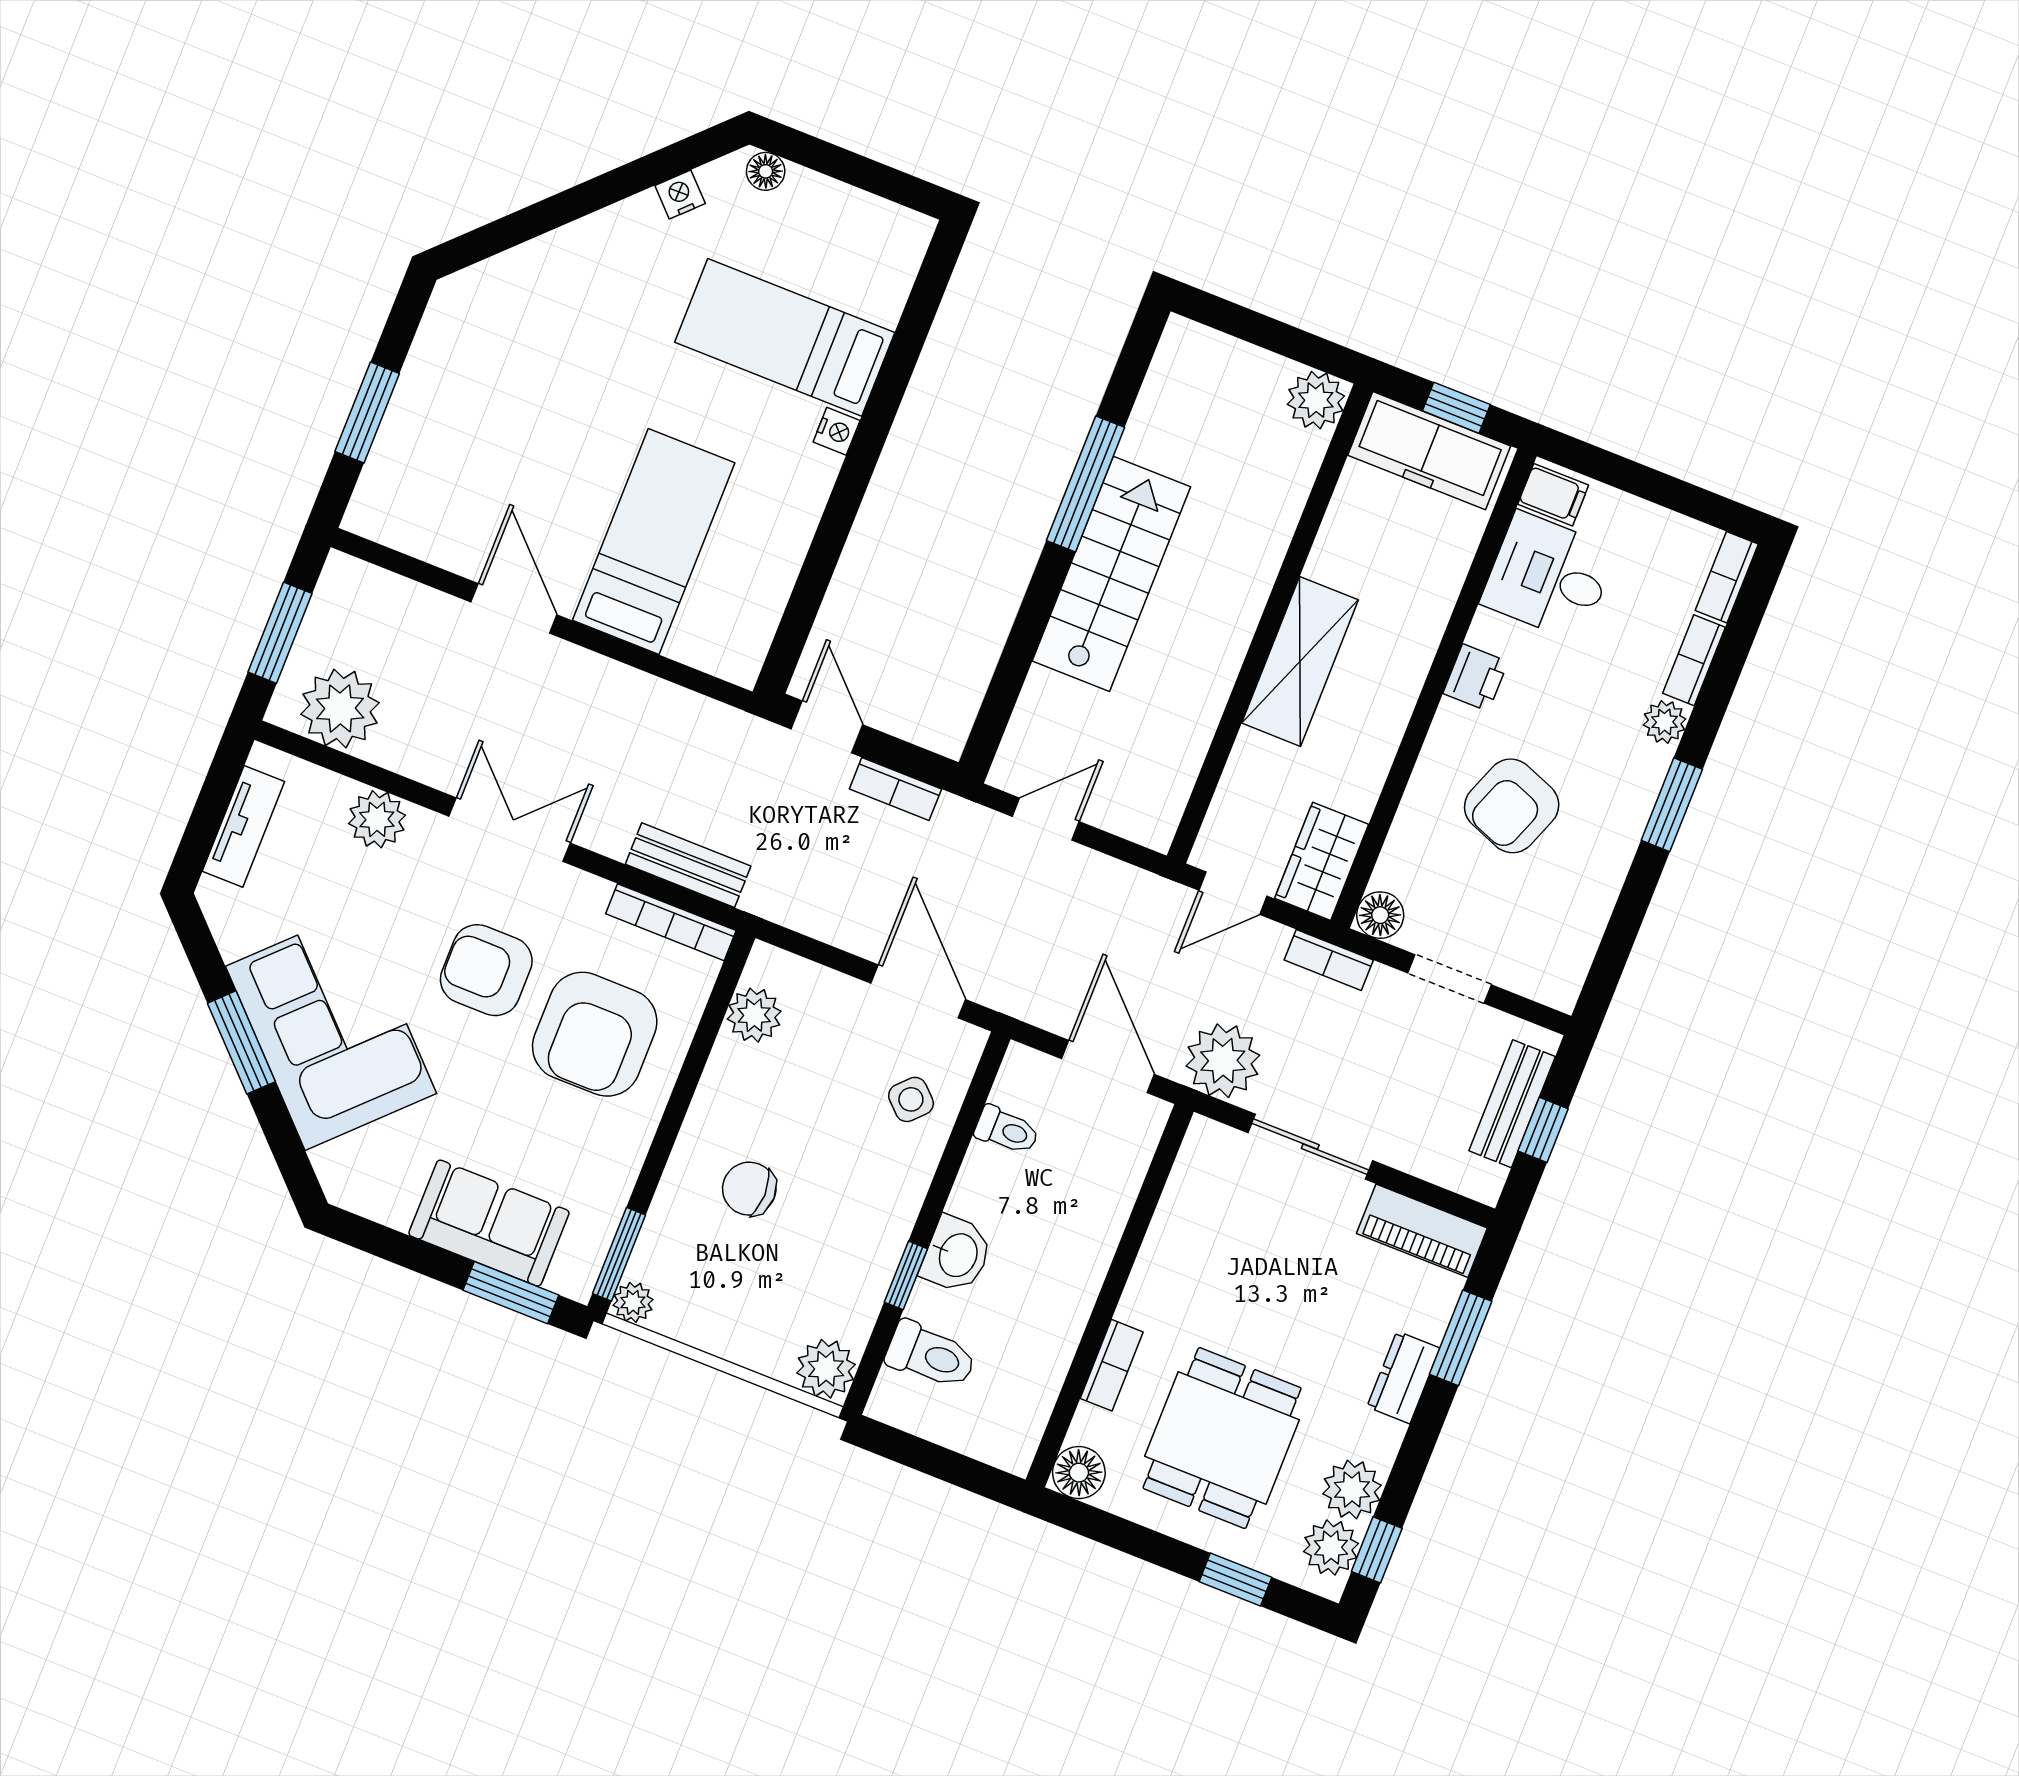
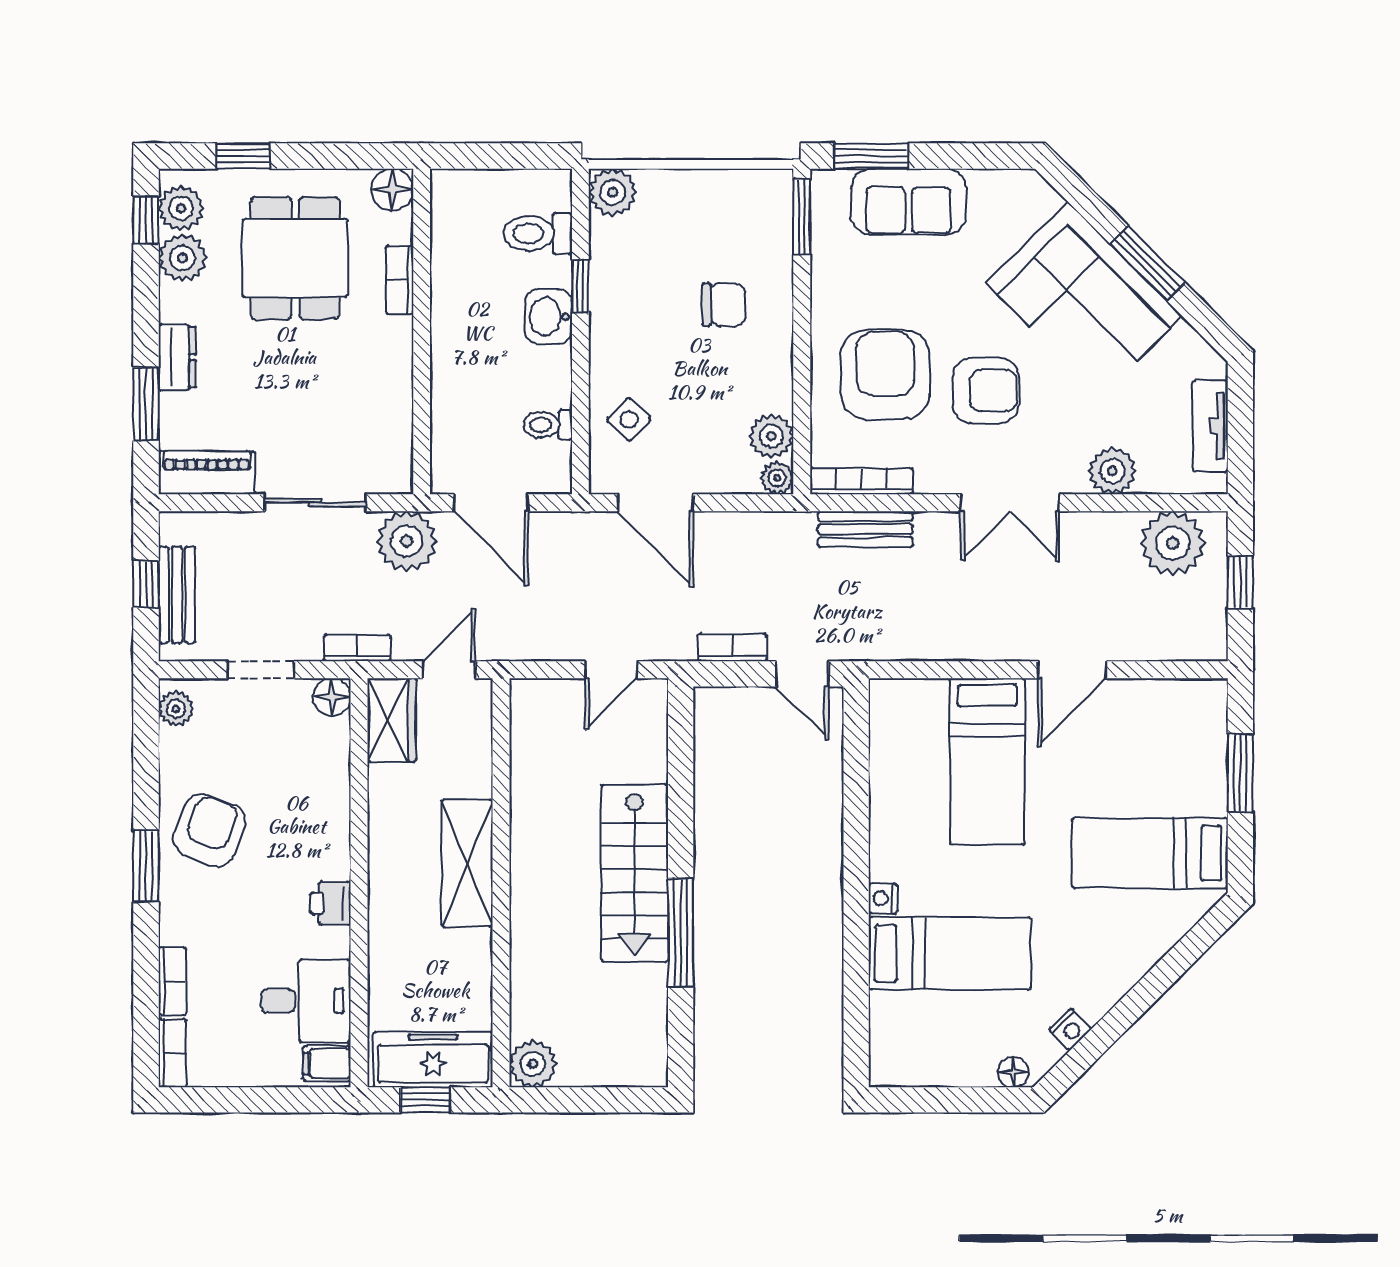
bed: (508, 362) -> (1150, 853), added
door: (514, 608) -> (1072, 670), hinge flipped
window: (280, 633) -> (1240, 582), width x0.67
plant: (1665, 722) -> (176, 709), moved
armchair: (1512, 806) -> (209, 830), moved
plant: (633, 1302) -> (777, 478), moved

